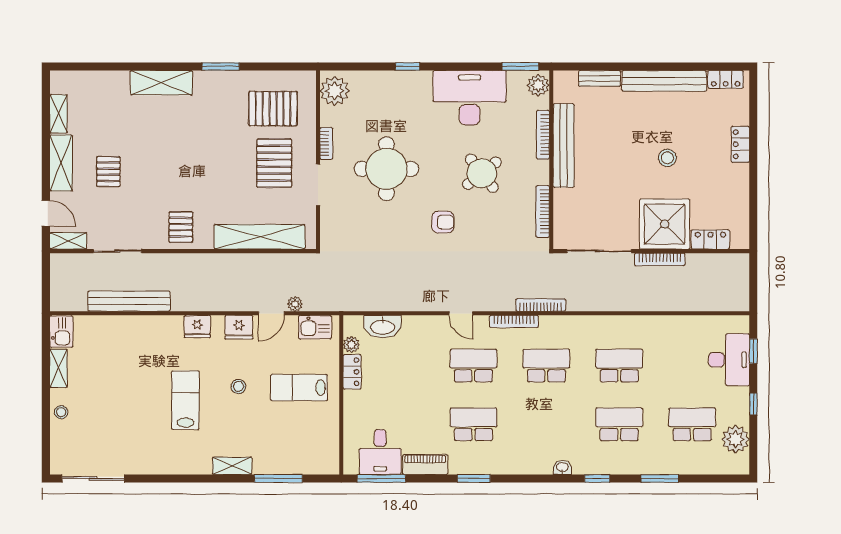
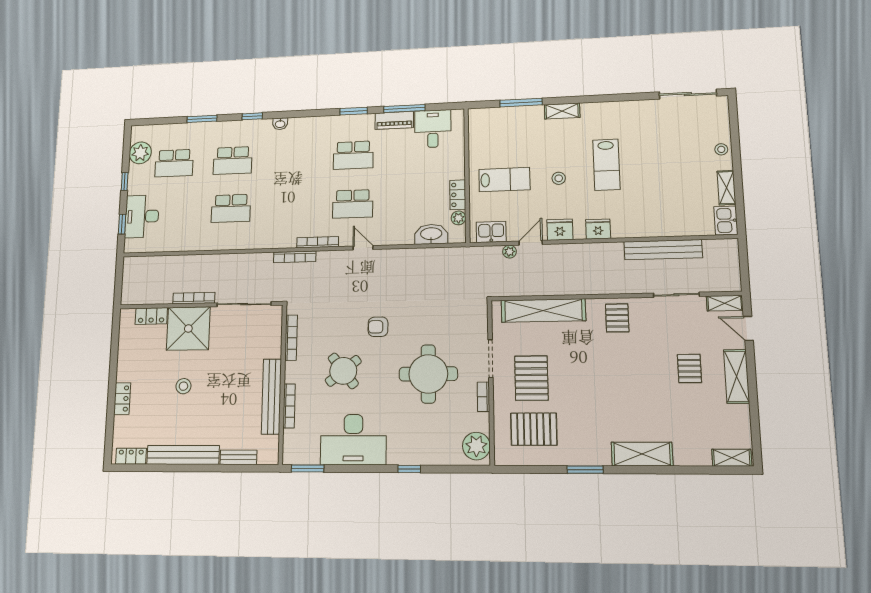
plant: (538, 85) -> (292, 451), removed
shelving: (58, 114) -> (732, 458), moved, turned 90
school desk: (546, 366) -> (291, 206), removed
window: (381, 479) -> (404, 109), moved

